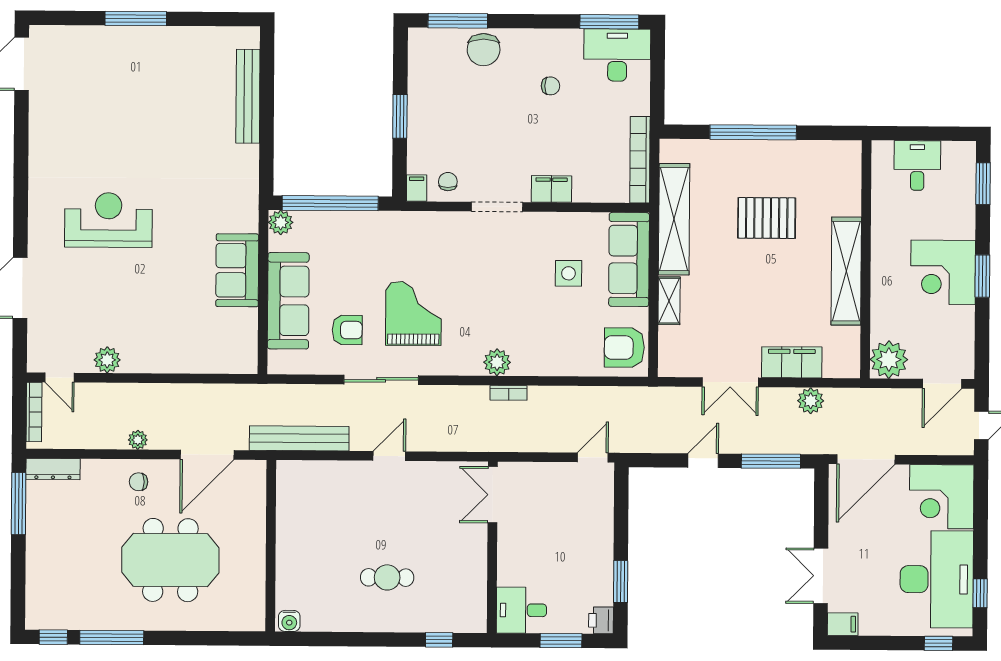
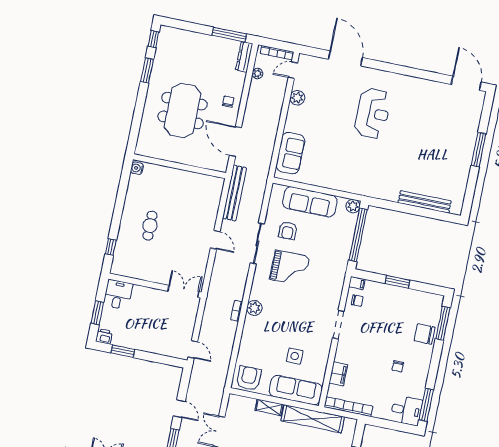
desk: (617, 55) -> (406, 410), width x0.73
filing cabinet: (551, 189) -> (338, 374), moved
sofa: (237, 270) -> (290, 153), moved, turned 90
plant: (138, 440) -> (257, 74), moved
window: (112, 638) -> (147, 71), width x0.69

